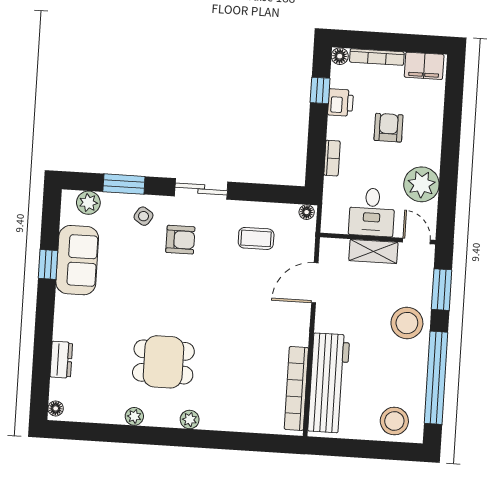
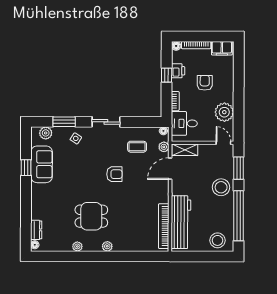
window: (320, 90) -> (167, 75), moved
desk: (372, 212) -> (184, 123), moved, turned 90
armchair: (180, 240) -> (114, 174), moved
plant: (306, 242) -> (164, 147), added
shelving: (373, 251) -> (185, 150), moved
dresser: (61, 360) -> (36, 230), moved

